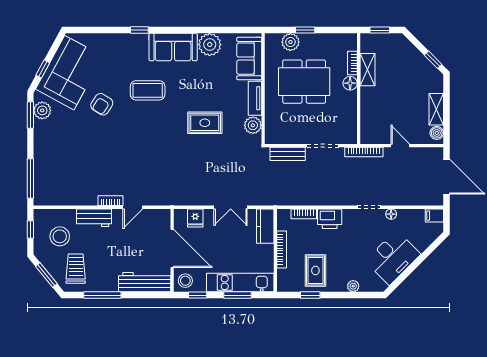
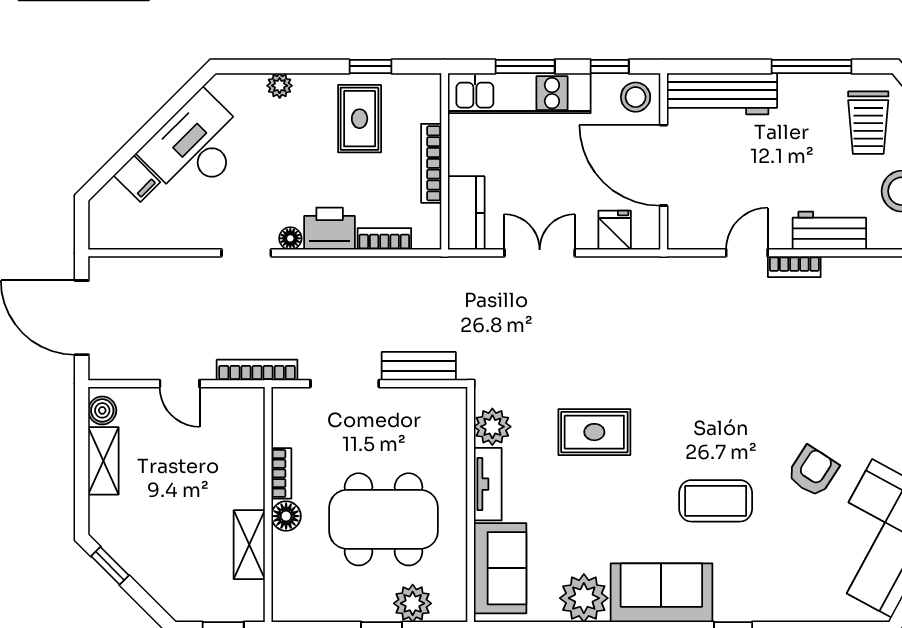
bookcase: (352, 63) -> (281, 473), moved
floor lamp: (391, 214) -> (290, 238), moved
filing cabinet: (434, 216) -> (137, 179), moved, turned 45

